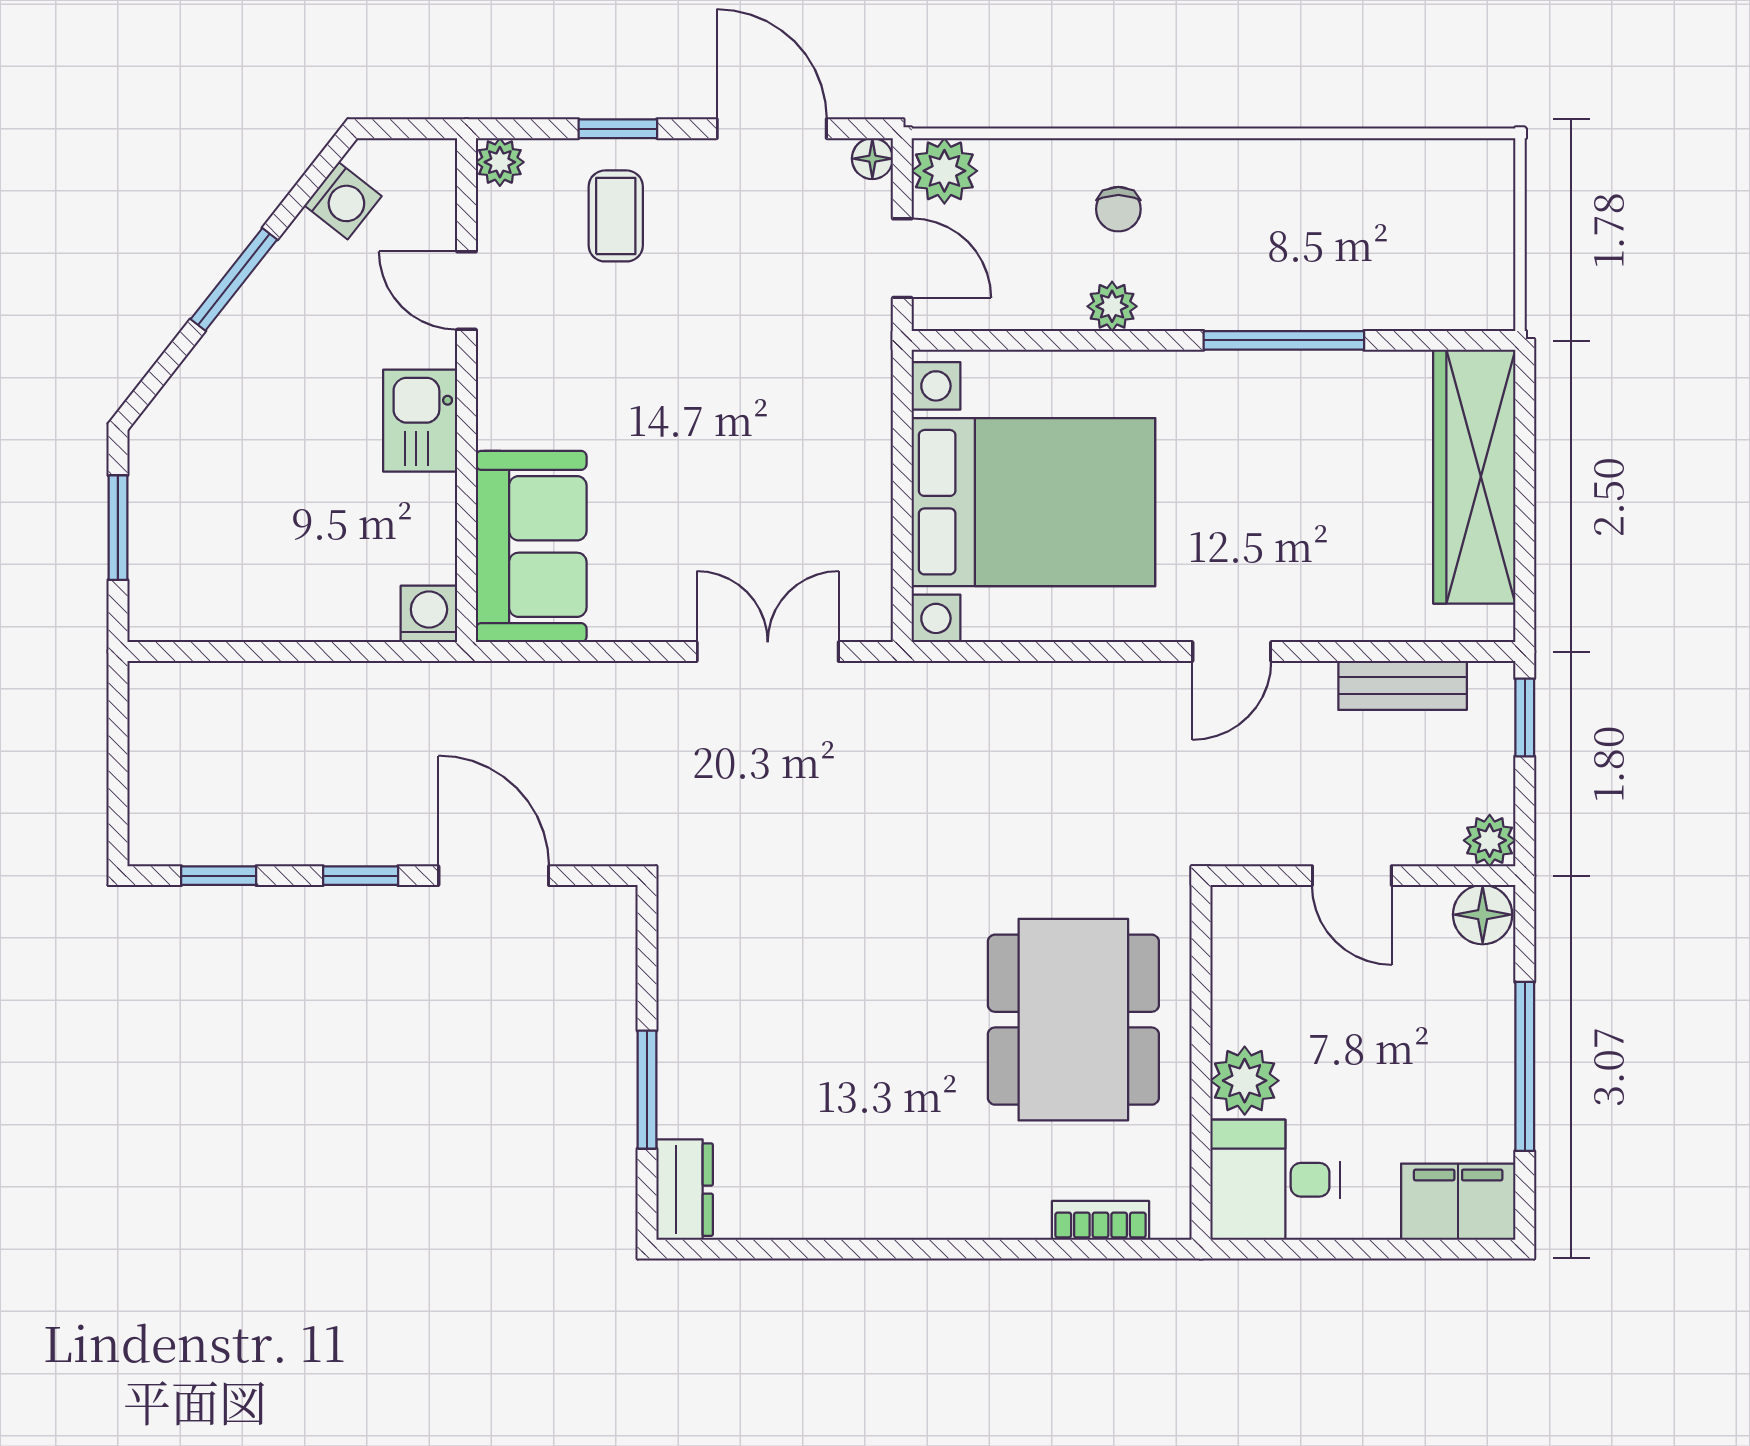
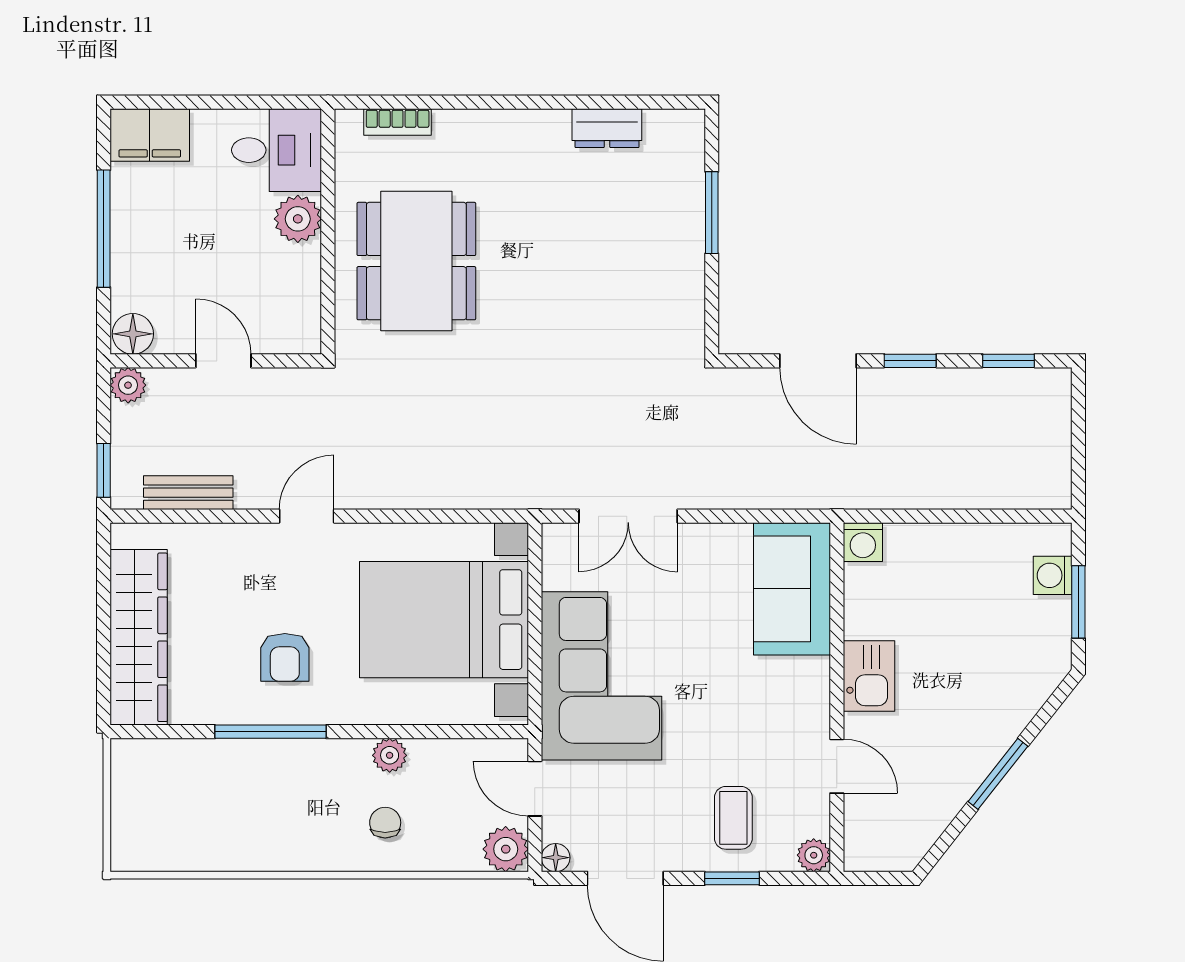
washing machine: (343, 201) -> (1053, 575), moved, turned -38
corner sofa: (806, 421) -> (602, 676), added
armchair: (1263, 448) -> (285, 657), added
dresser: (685, 1190) -> (607, 128), moved, turned -90

